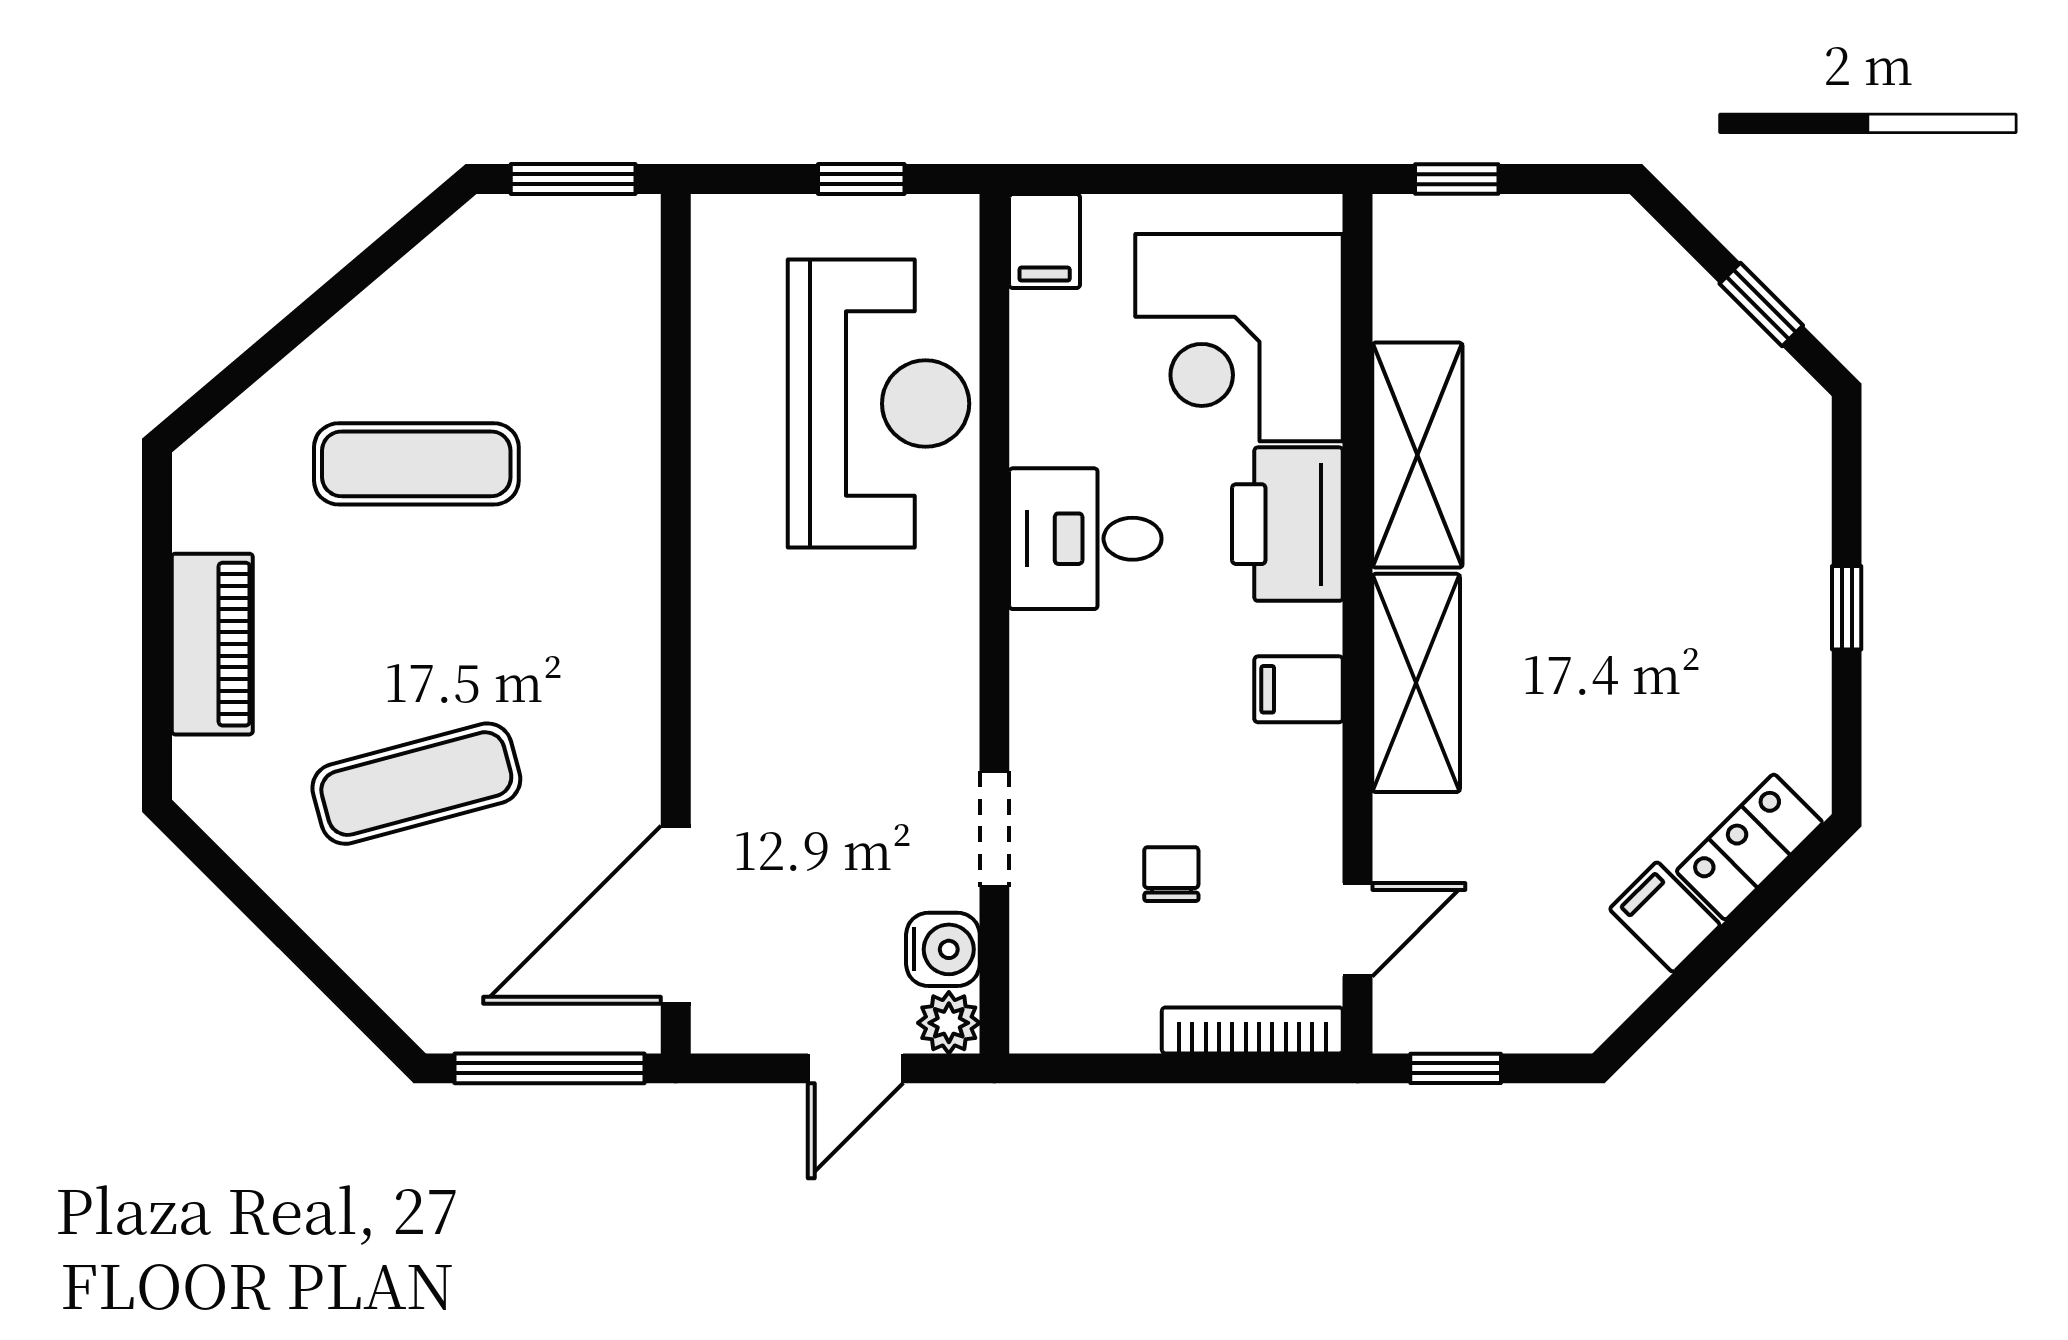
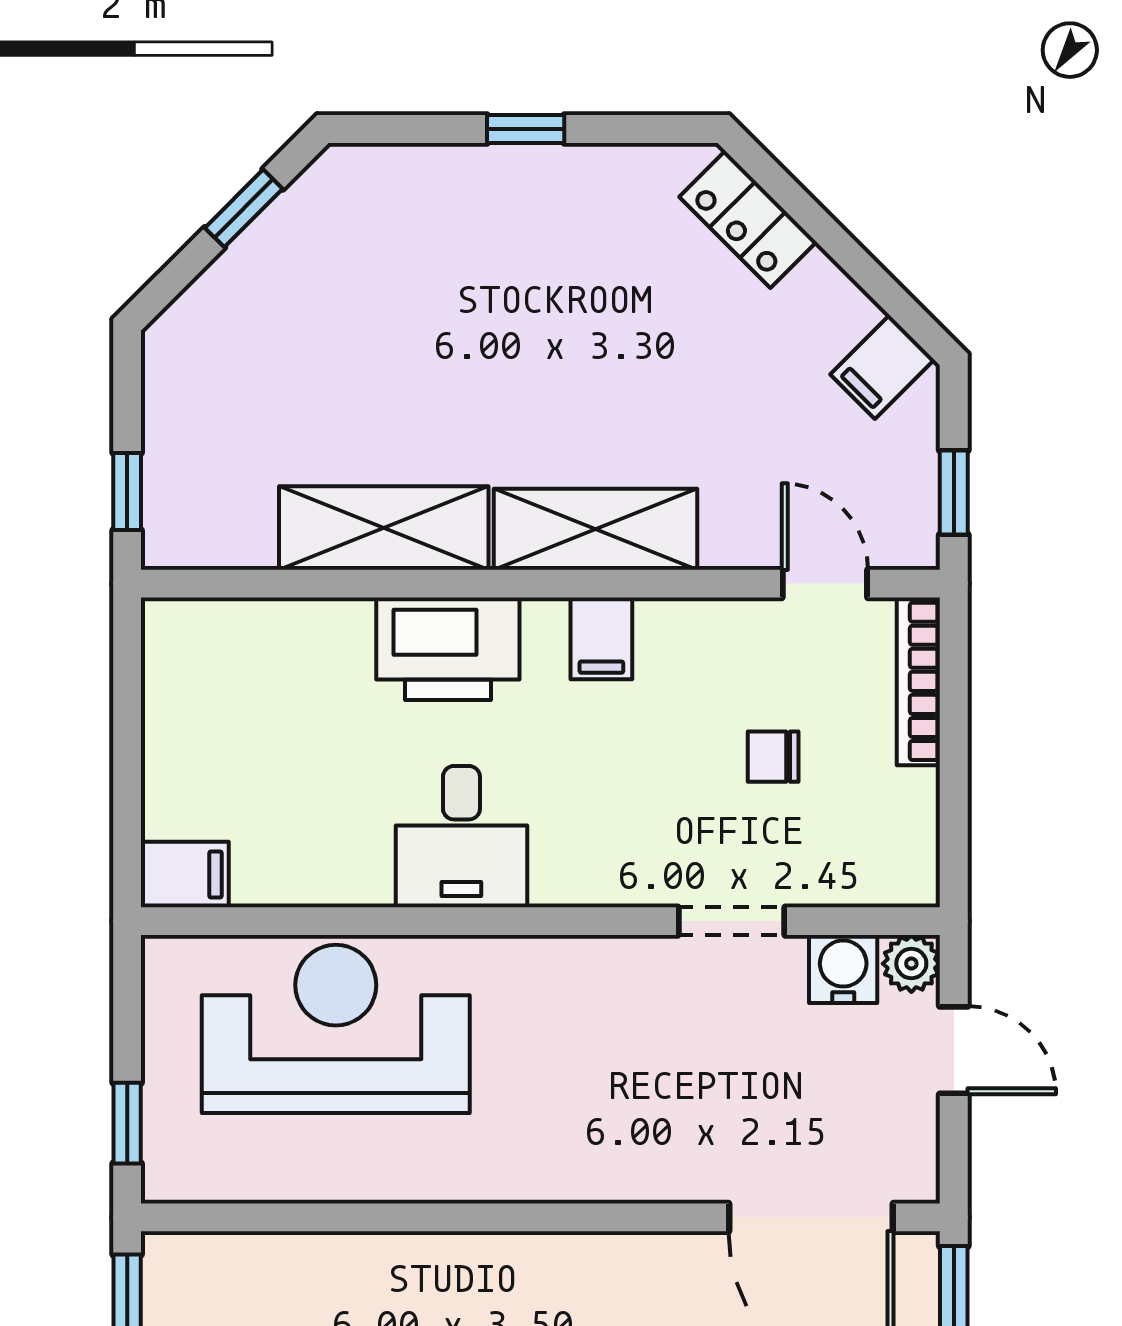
window: (861, 179) -> (127, 1123), moved
corner desk: (1239, 338) -> (275, 694), removed
filing cabinet: (1665, 917) -> (882, 367), moved

